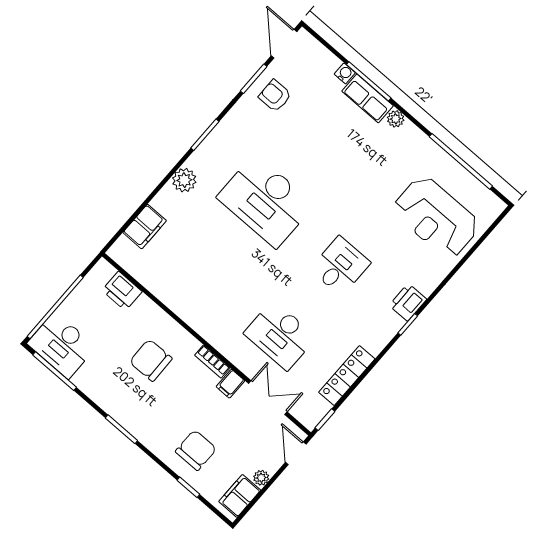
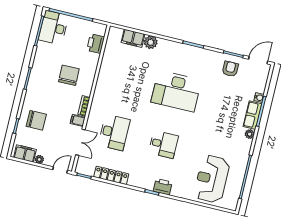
plant: (184, 180) -> (151, 42), moved
desk: (265, 201) -> (176, 91), turned -90
desk: (280, 335) -> (114, 132), turned 180

